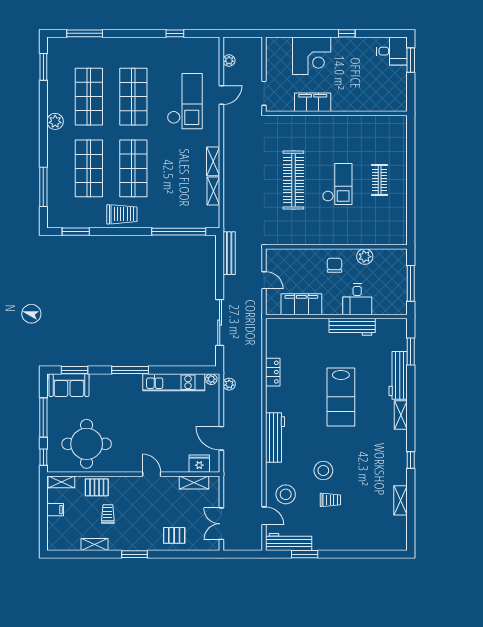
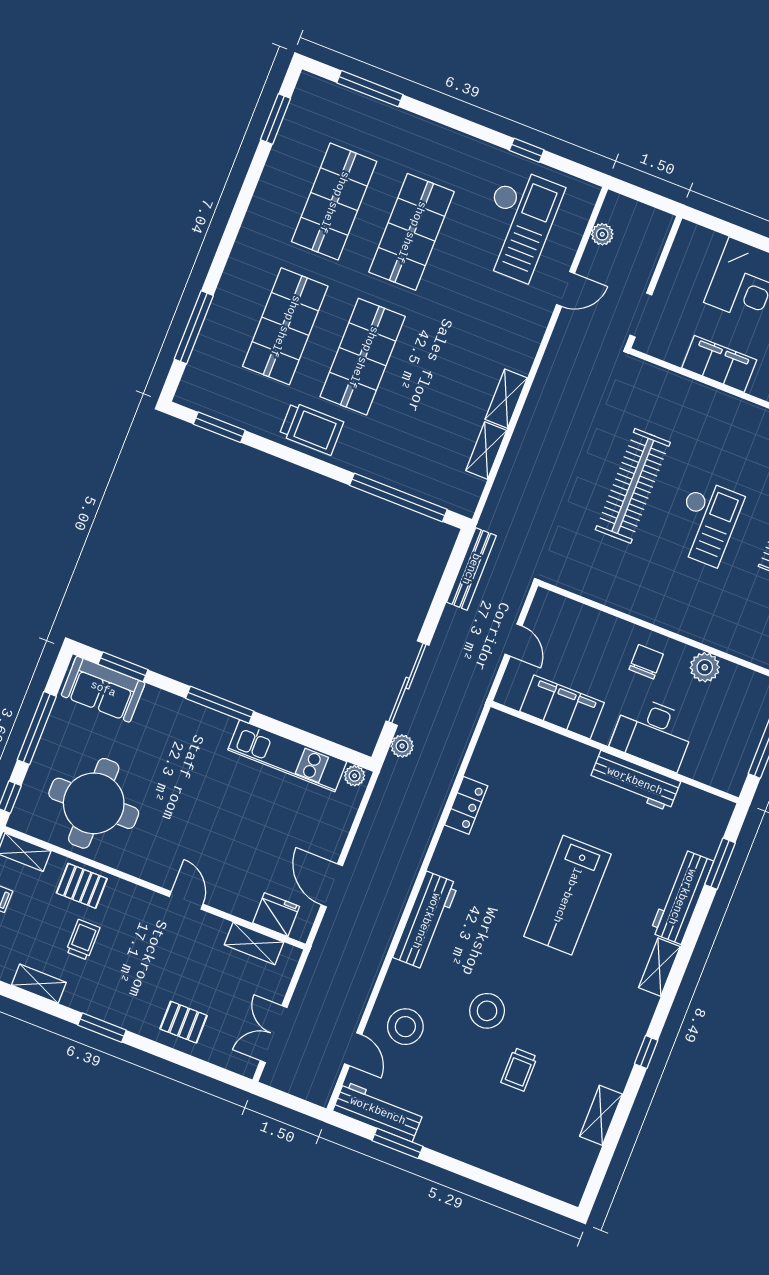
checkout: (185, 101) -> (517, 224), moved
plant: (55, 121) -> (259, 222), removed
desk: (357, 299) -> (653, 733), width x1.37
plant: (229, 384) -> (402, 746), moved
trolley: (330, 500) -> (519, 1069), moved, turned 90

